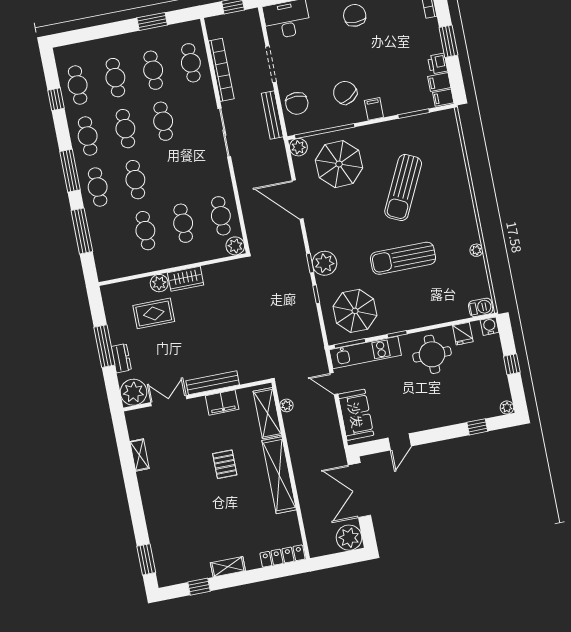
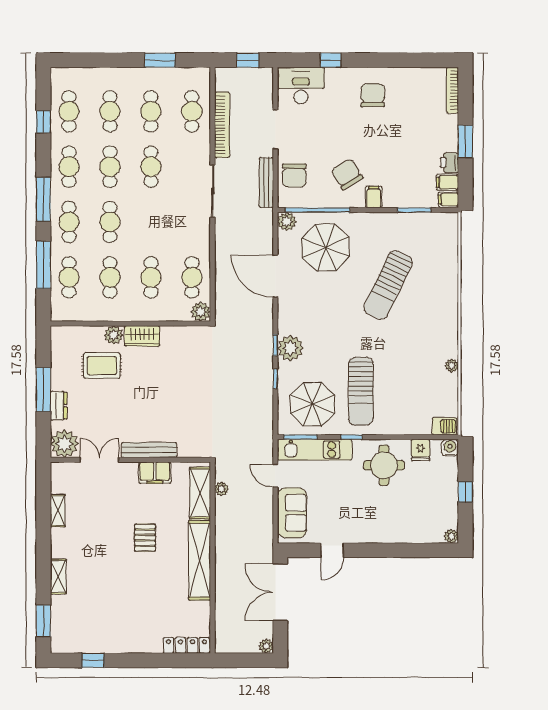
cafe table: (108, 238) -> (69, 277), added
sun lounger: (403, 258) -> (361, 391), moved, turned -90
window: (477, 427) -> (416, 550), removed
plant: (349, 538) -> (266, 646), width x0.53, depth x0.53
shelving: (228, 567) -> (58, 577), moved, turned 90

